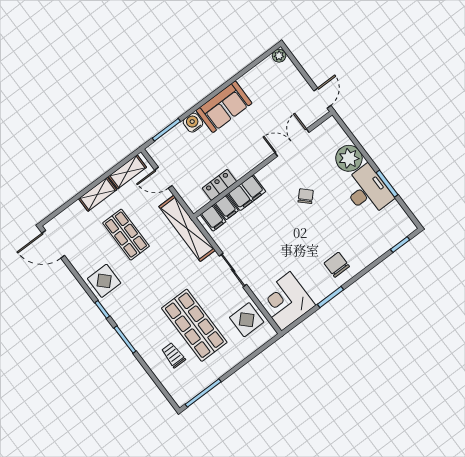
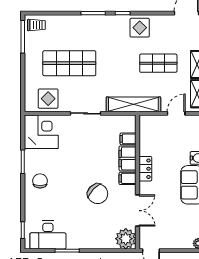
plant: (349, 158) -> (126, 239), moved
locker: (219, 185) -> (145, 169), moved
desk: (368, 191) -> (48, 235), moved
chair: (306, 196) -> (98, 194), width x1.87, depth x1.87
filing cabinet: (213, 218) -> (128, 178), moved
chair: (337, 265) -> (40, 181), turned -90
trolley: (173, 355) -> (36, 25), moved

